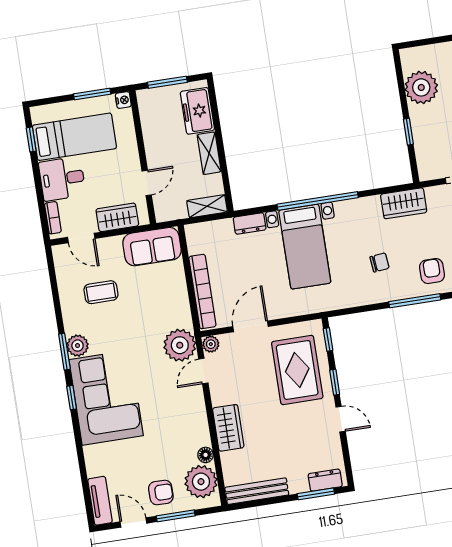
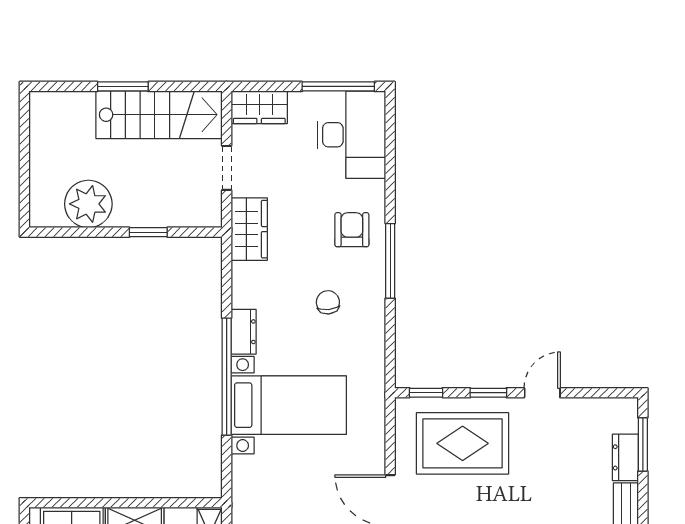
wardrobe: (404, 203) -> (249, 229), moved
dresser: (250, 224) -> (244, 332), moved
armchair: (432, 271) -> (352, 230), turned 90
dresser: (325, 480) -> (625, 457), moved

